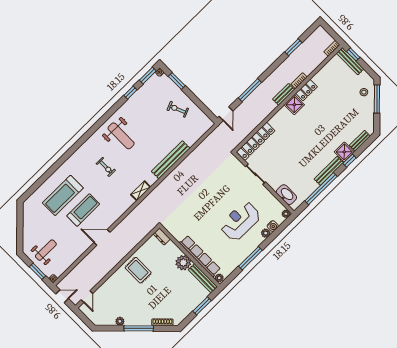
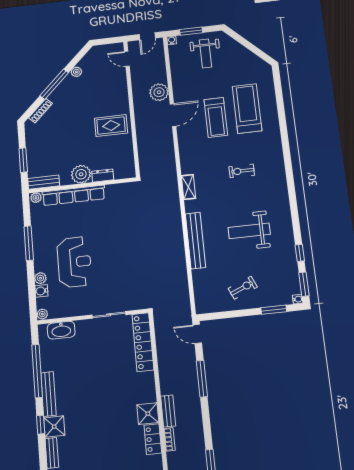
weight bench: (121, 136) -> (249, 231), moved
dresser: (162, 236) -> (103, 176), moved
plant: (94, 258) -> (159, 92), added
bench: (203, 278) -> (44, 182), width x0.73

